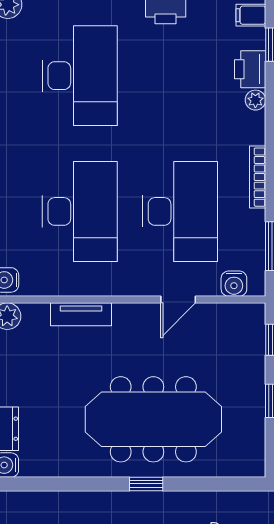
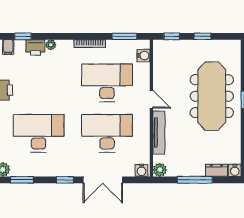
door: (178, 300) -> (151, 99), moved
tv unit: (81, 314) -> (159, 133), width x1.41

